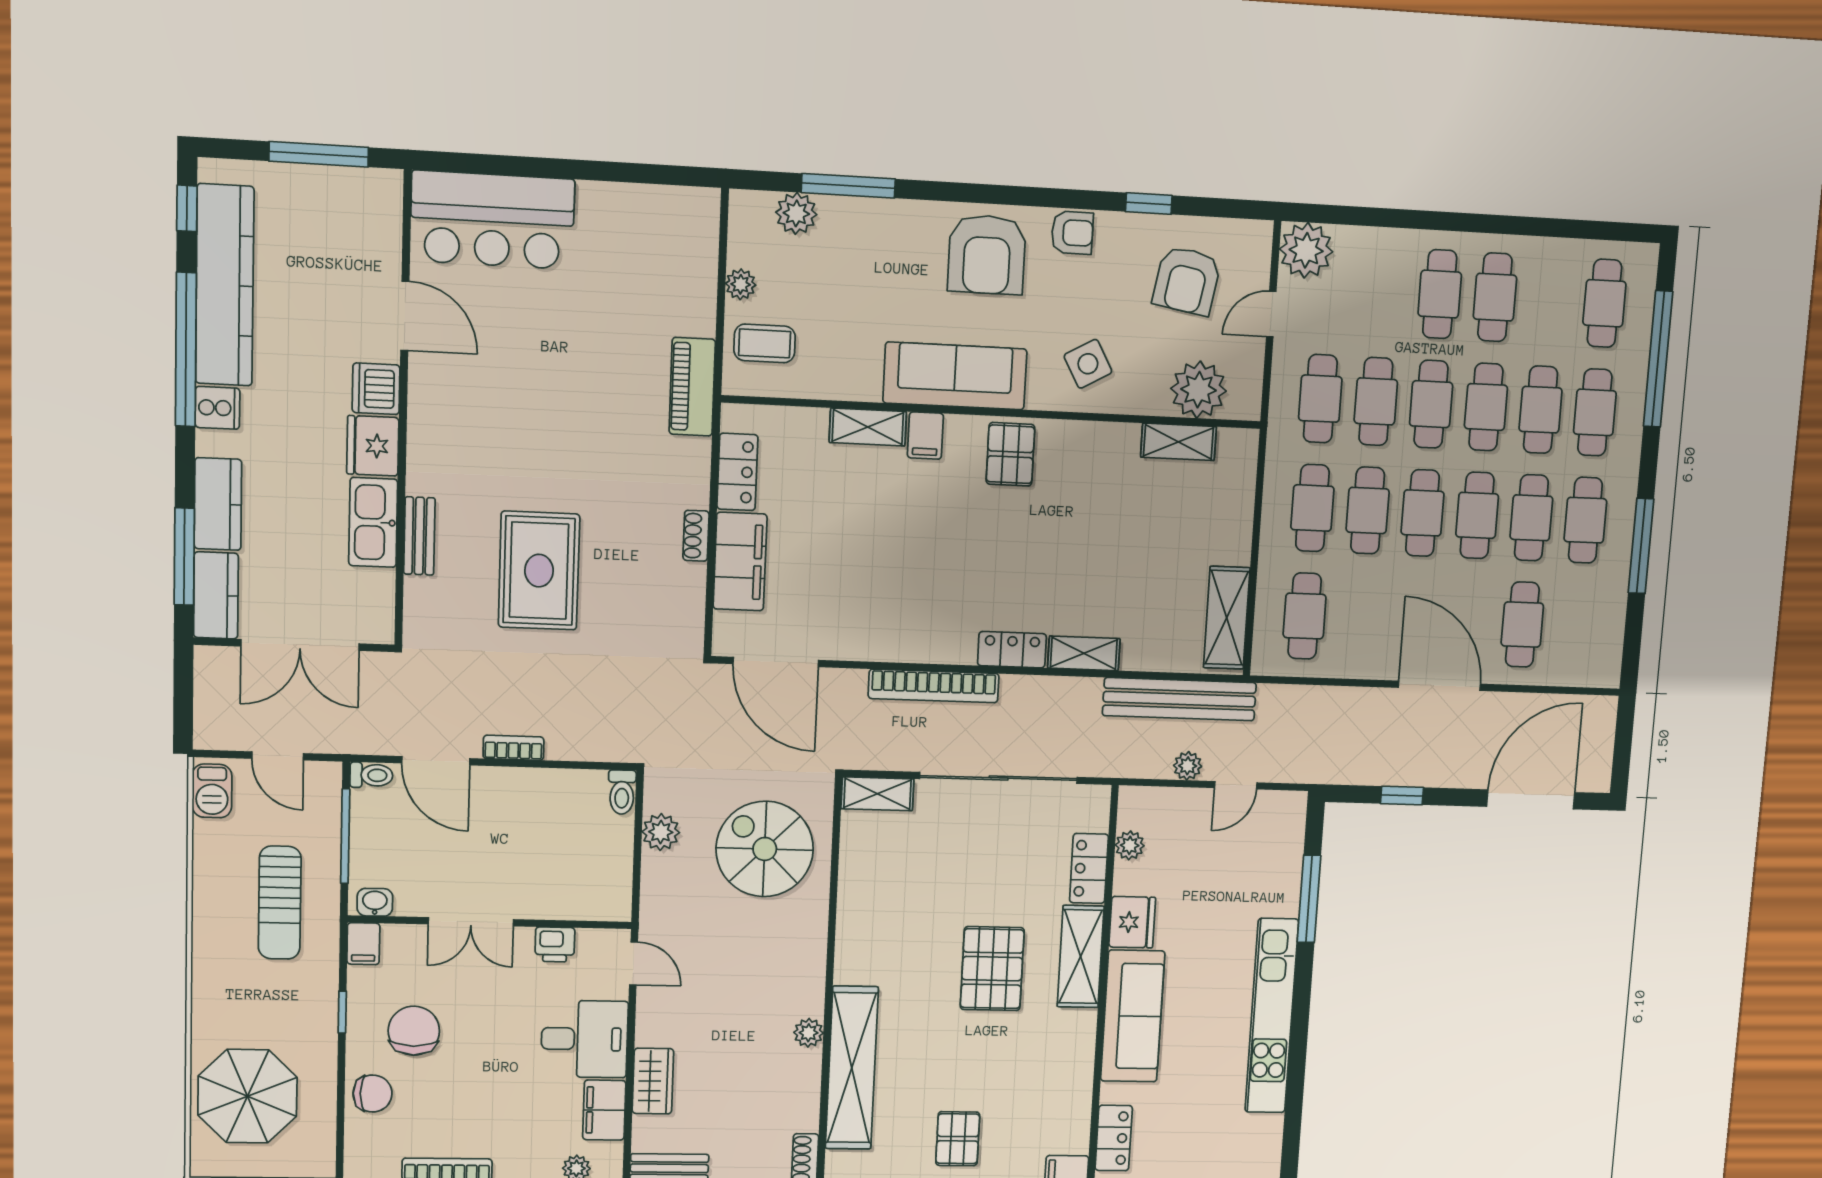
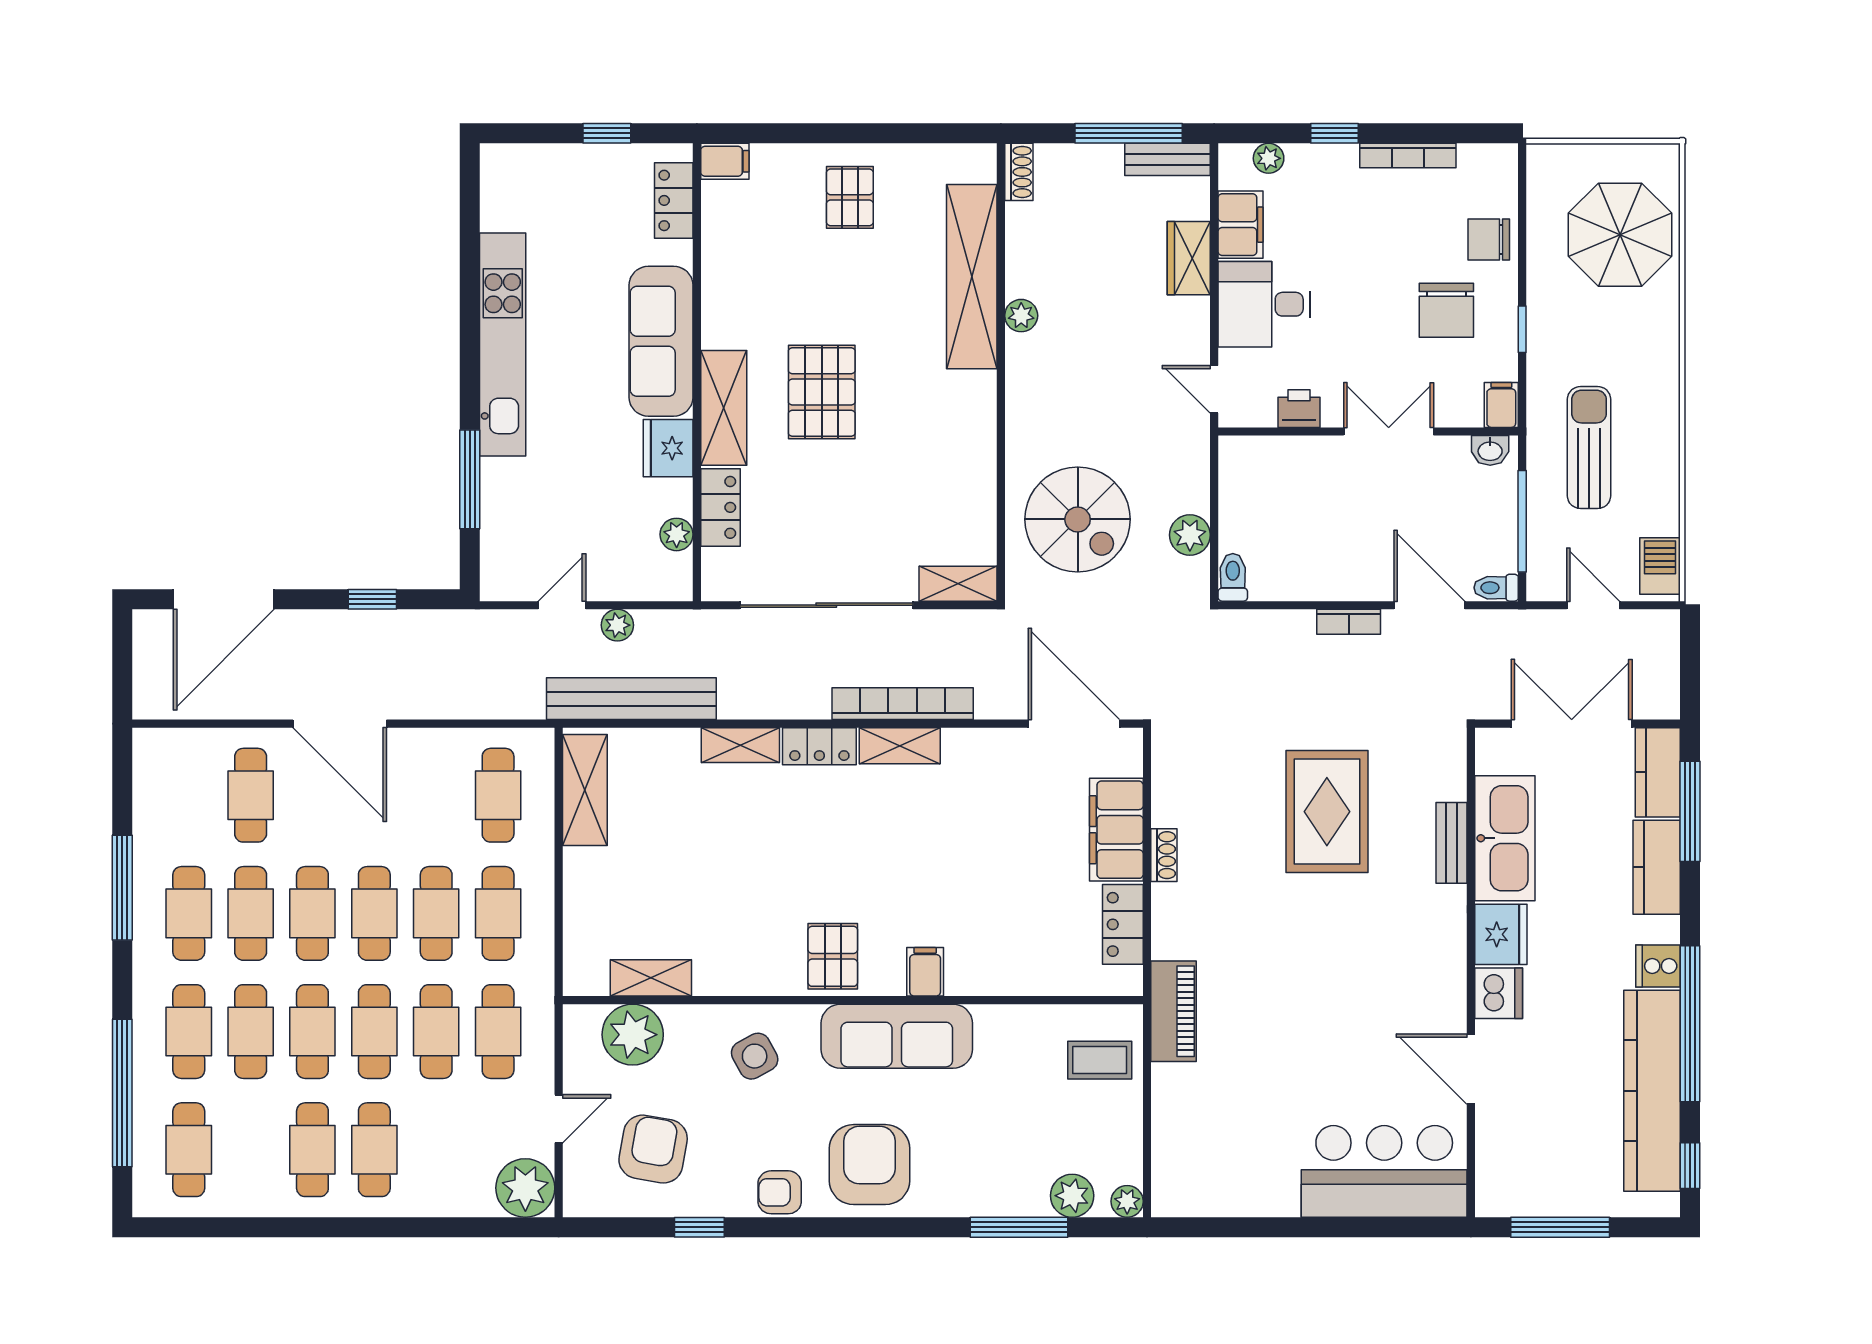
plant: (741, 284) -> (1127, 1201), moved
shelving: (868, 427) -> (900, 746), moved
kitchen sink: (373, 522) -> (1505, 838), width x1.36, depth x1.24

